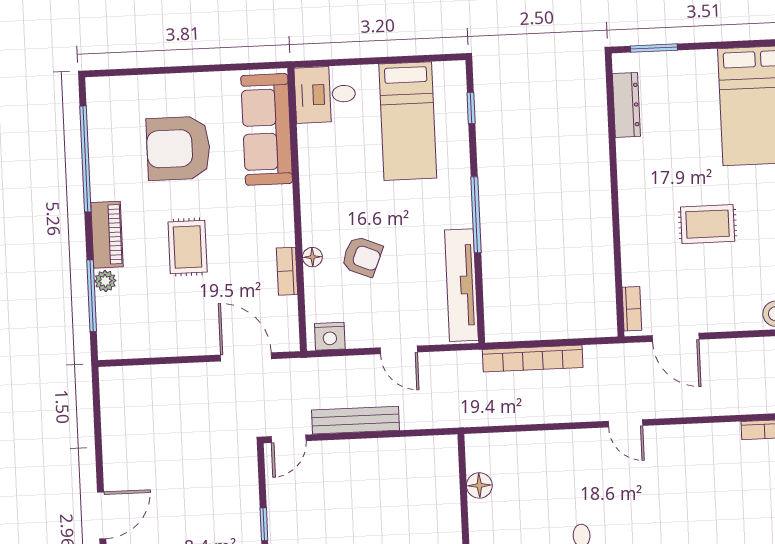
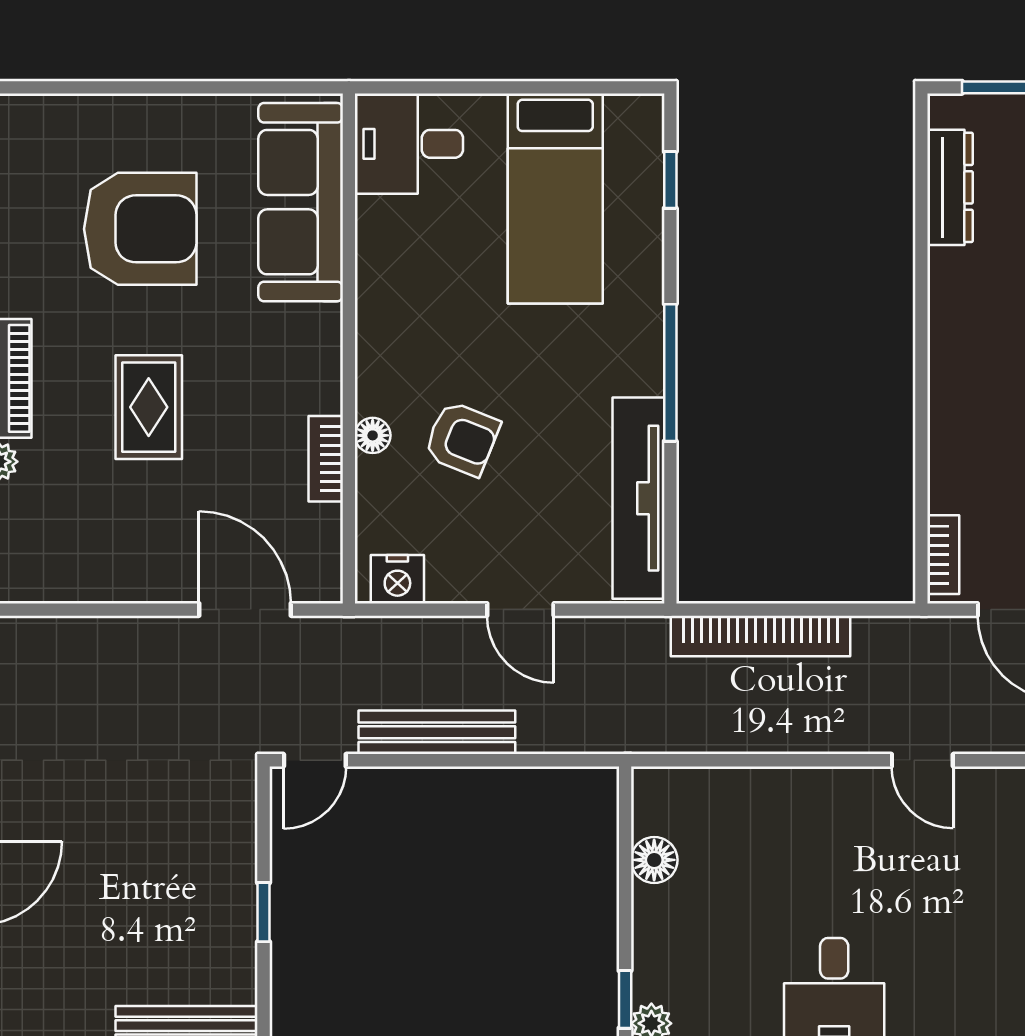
armchair: (178, 148) -> (140, 229), turned 180

